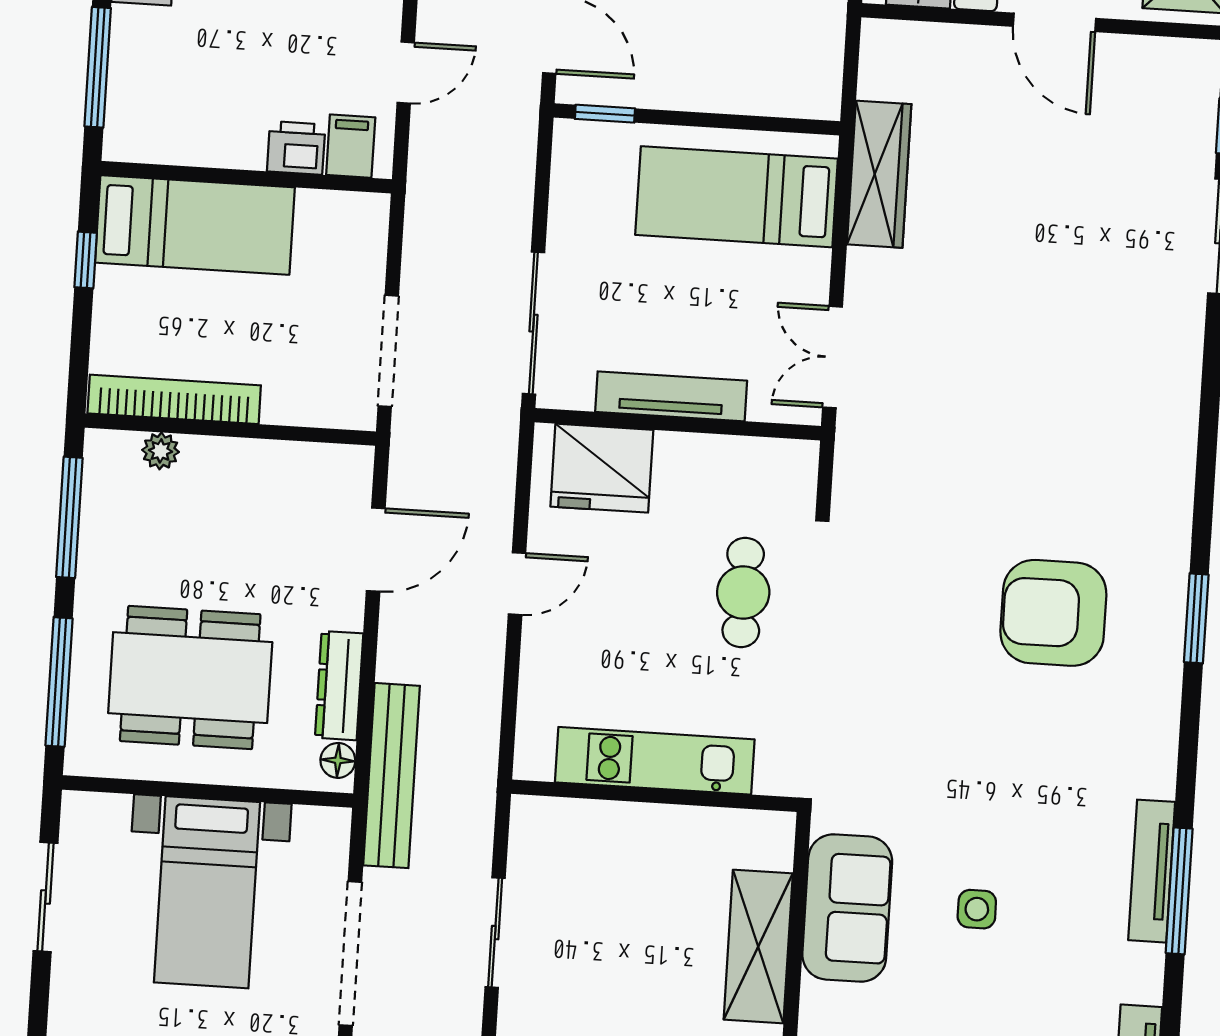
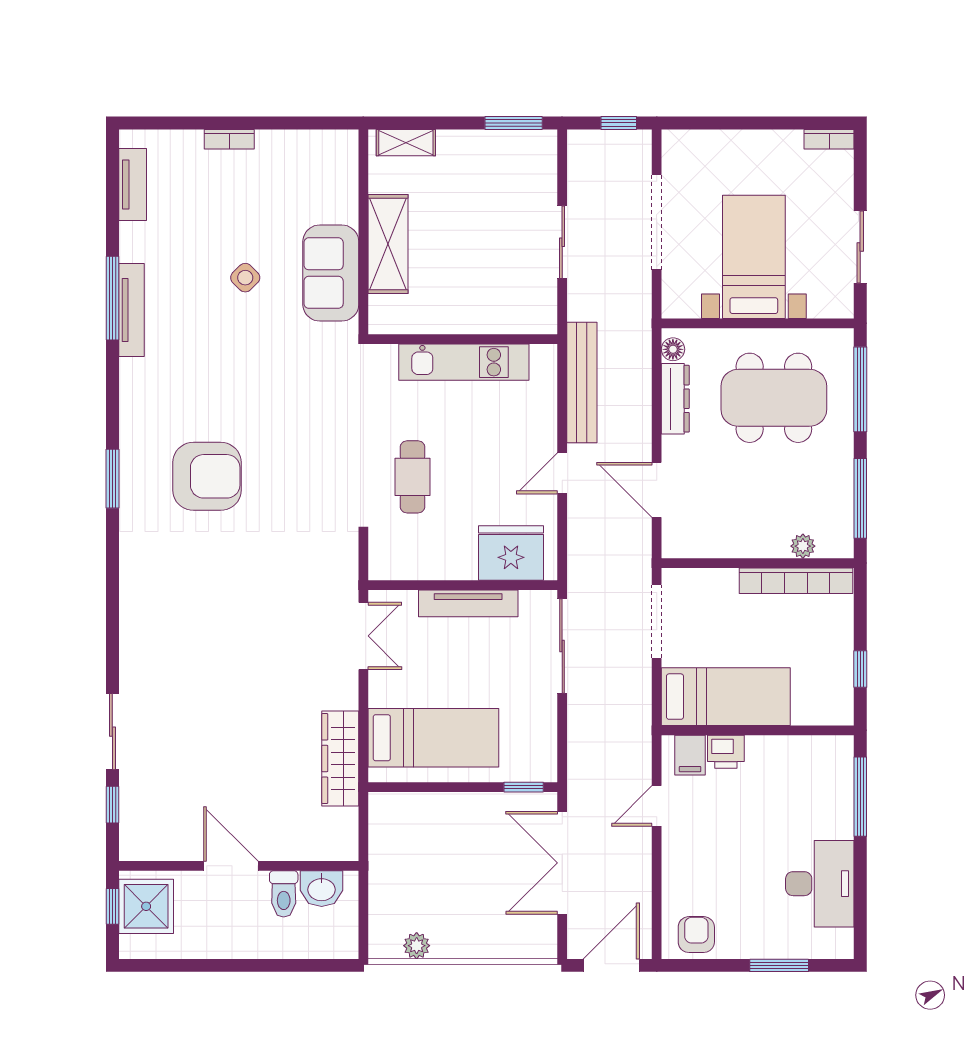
bed: (195, 225) -> (726, 697), moved, turned 180
door: (376, 550) -> (657, 490), hinge flipped
bench: (391, 776) -> (582, 383), moved
side table: (977, 909) -> (245, 278), turned 45

